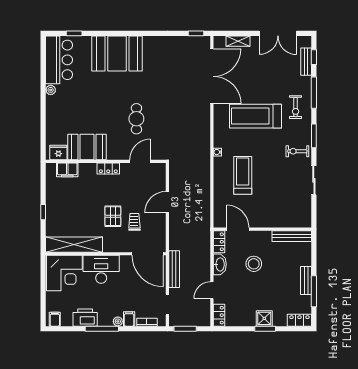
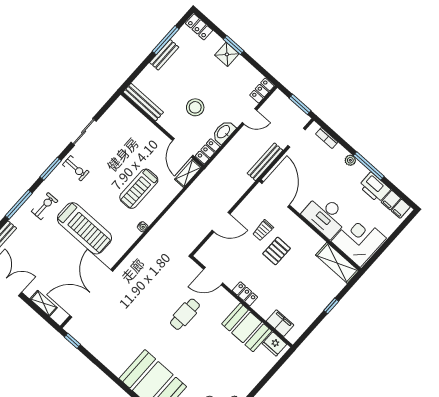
shelving: (219, 215) -> (188, 173), added
shelving: (74, 245) -> (337, 263), width x0.68
filing cabinet: (129, 319) -> (391, 200), moved

